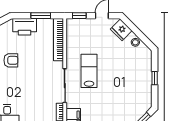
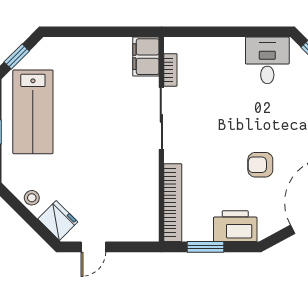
window: (79, 16) -> (135, 247), removed
lab bench: (89, 71) -> (33, 112), moved, width x1.36, depth x1.39

